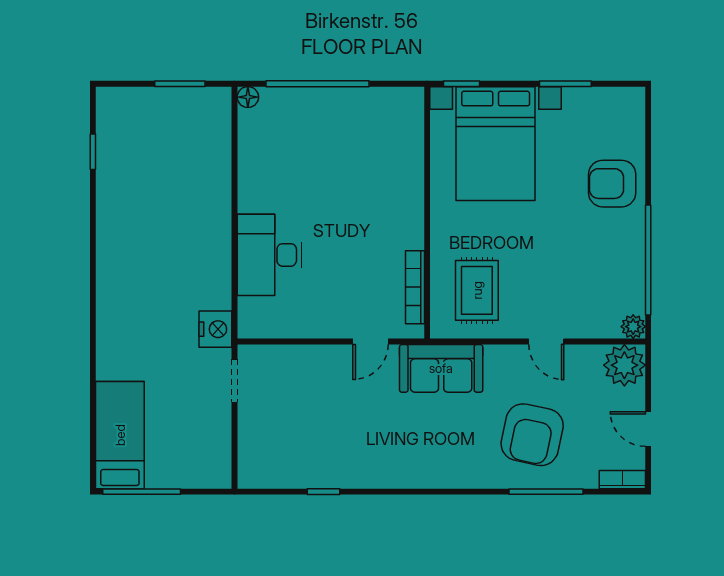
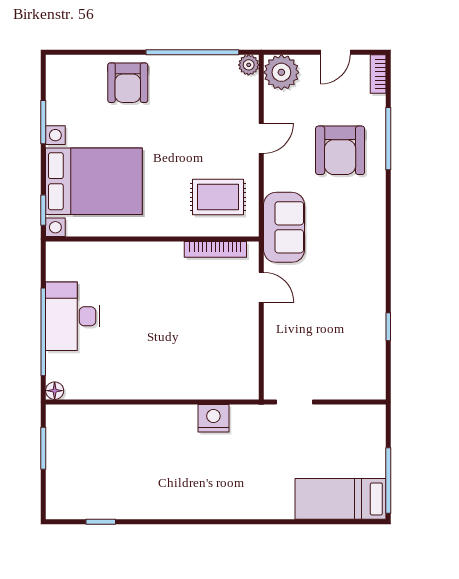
desk: (269, 255) -> (73, 316), moved, turned 90
nightstand: (215, 329) -> (213, 418), moved
armchair: (532, 435) -> (340, 150), turned 78

